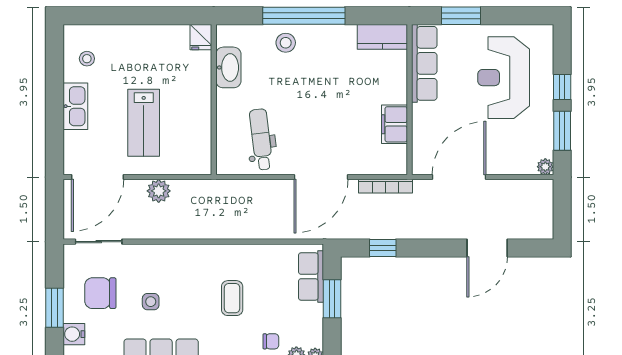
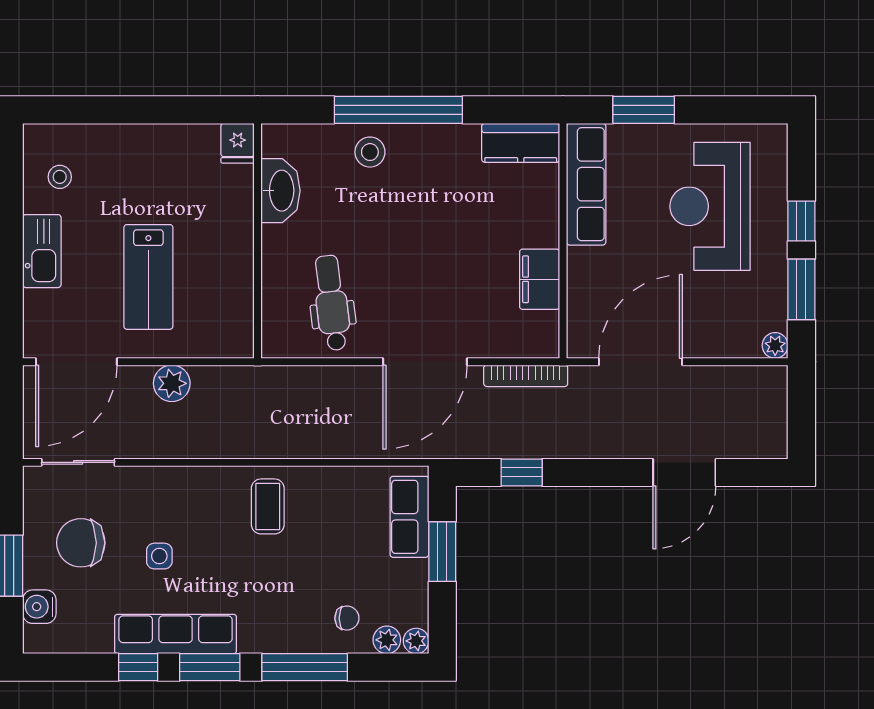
coffee table: (232, 298) -> (268, 506), moved

